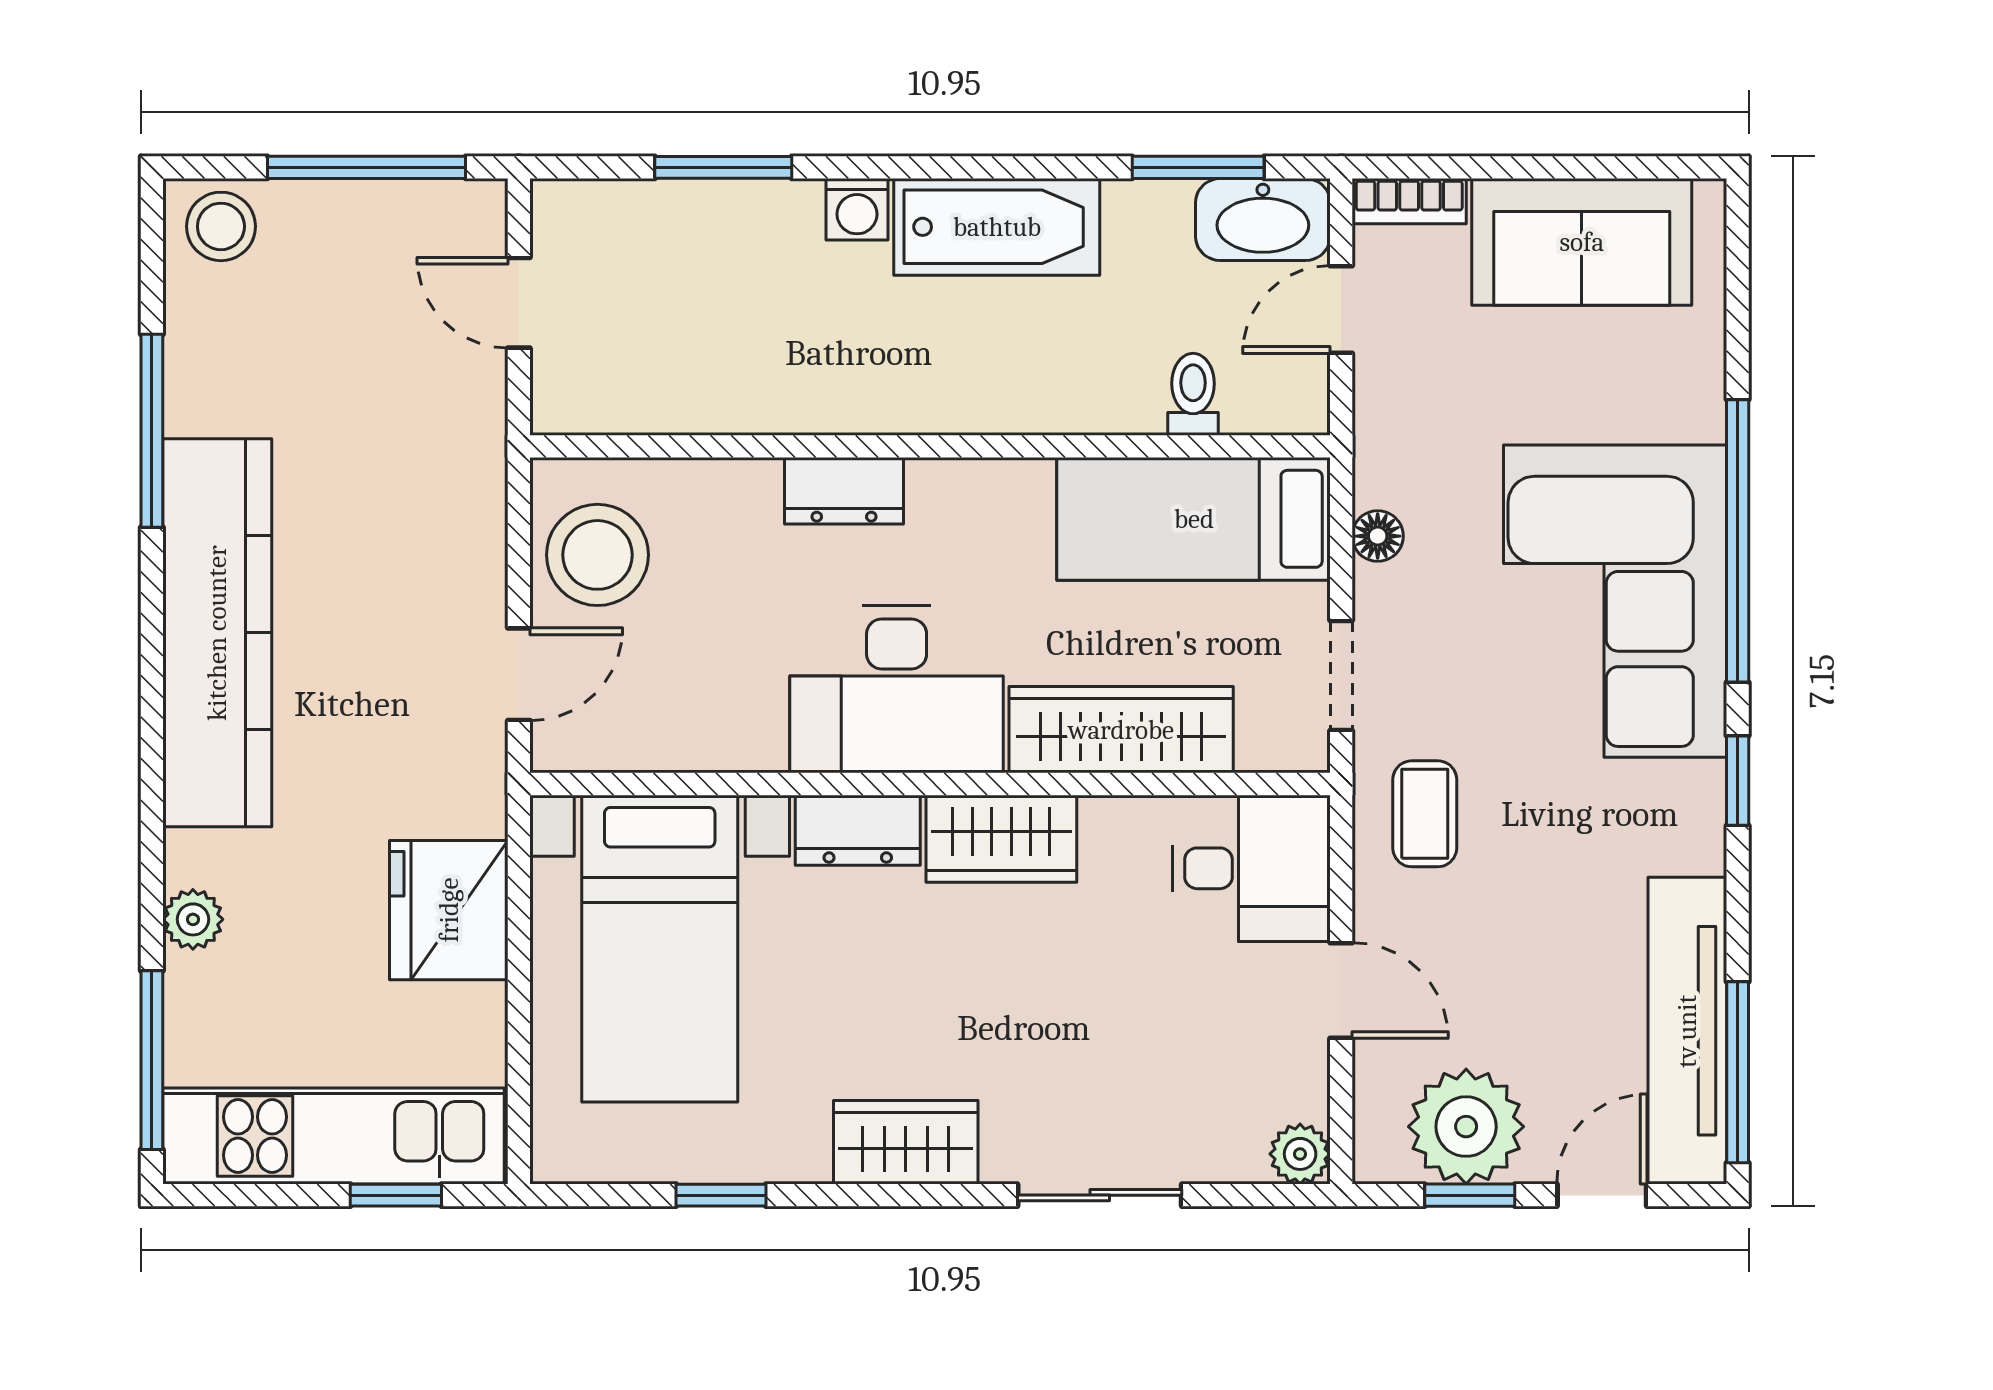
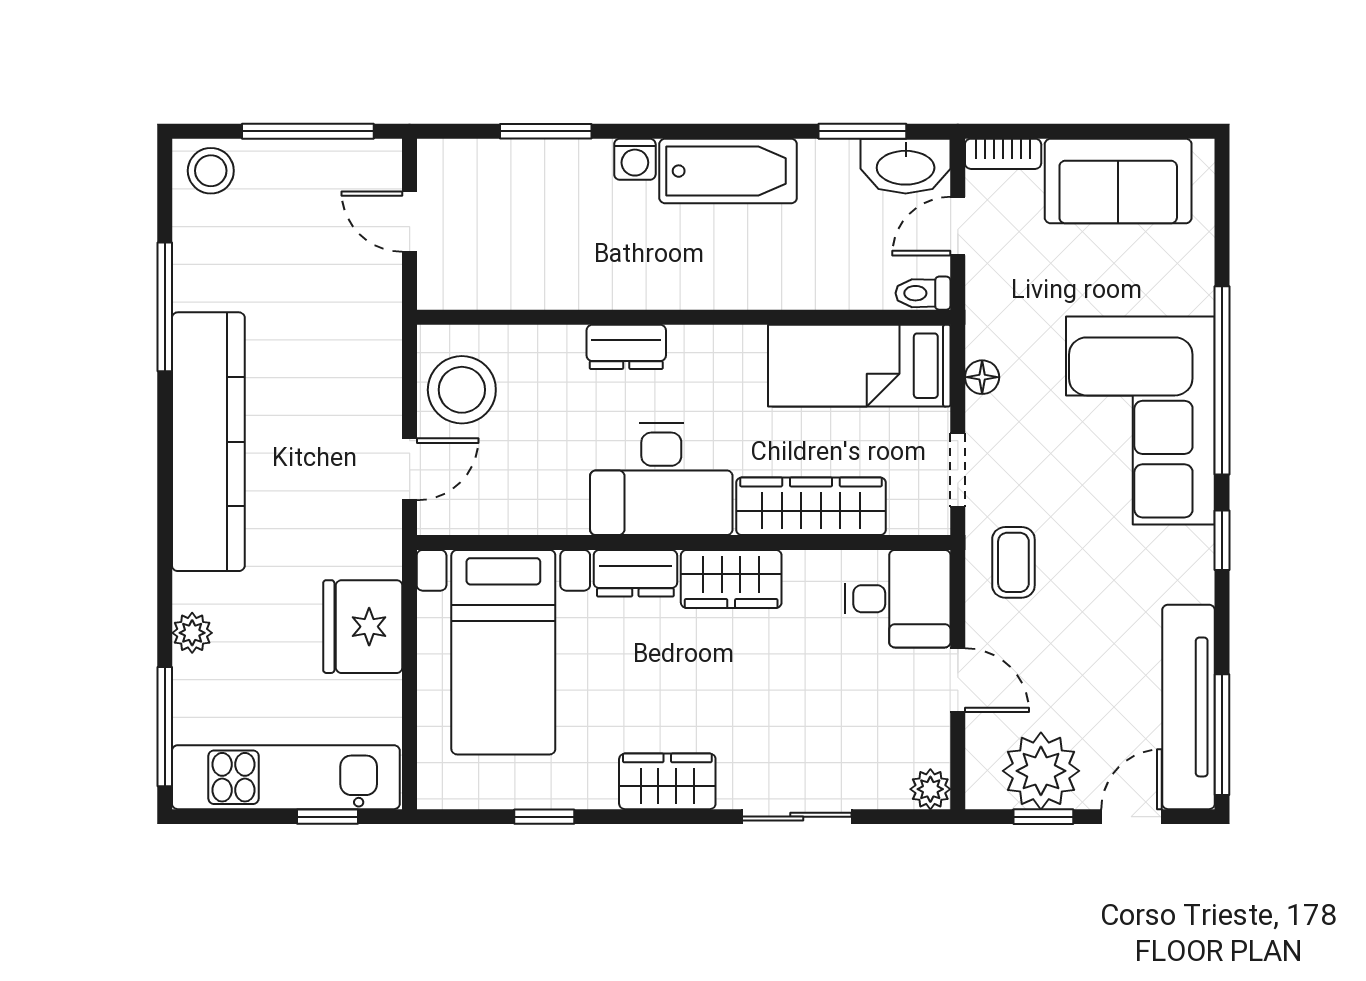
toilet: (1193, 394) -> (923, 293), moved, turned -90

